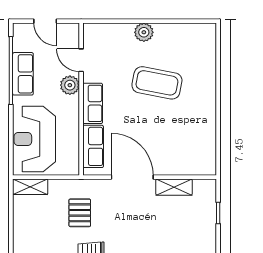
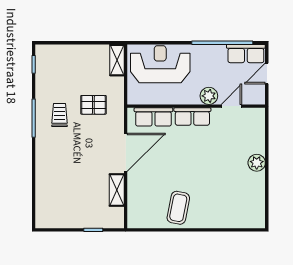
row of seats: (23, 74) -> (246, 54), moved
coffee table: (157, 83) -> (178, 208), moved, width x0.73, depth x0.76

